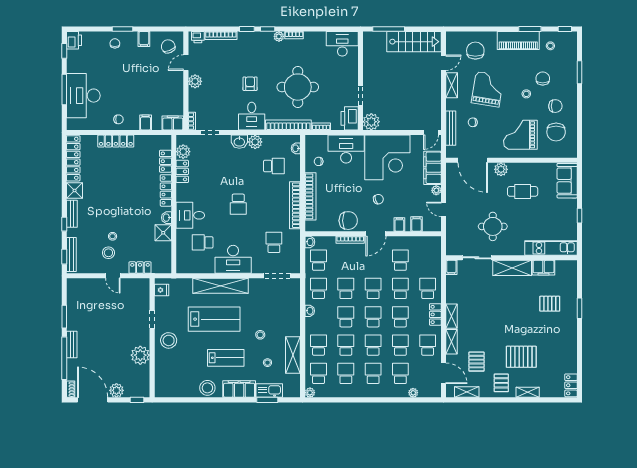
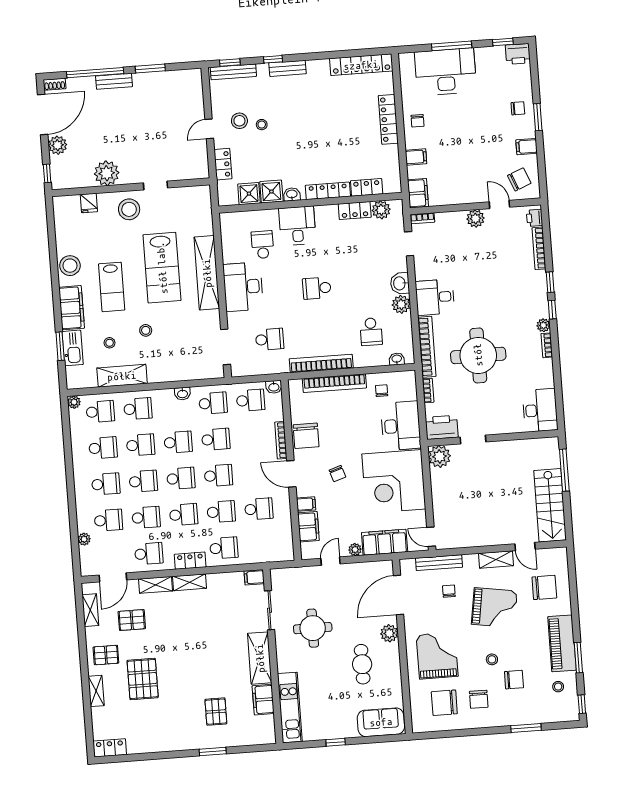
armchair: (250, 84) -> (478, 292), removed
shower: (75, 190) -> (249, 194), moved
filing cabinet: (417, 224) -> (308, 527), width x2.00
fridge: (162, 290) -> (89, 203), moved

